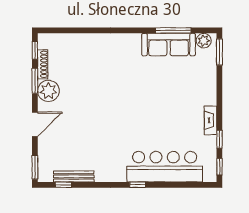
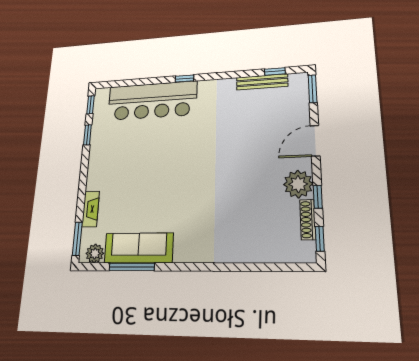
window: (35, 81) -> (318, 197), width x0.67
fireplace: (211, 120) -> (91, 209), moved

